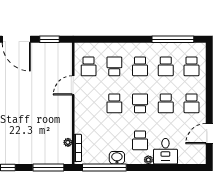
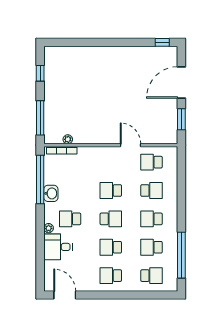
school desk: (192, 66) -> (151, 276), turned 180
door: (209, 134) -> (65, 295), moved

